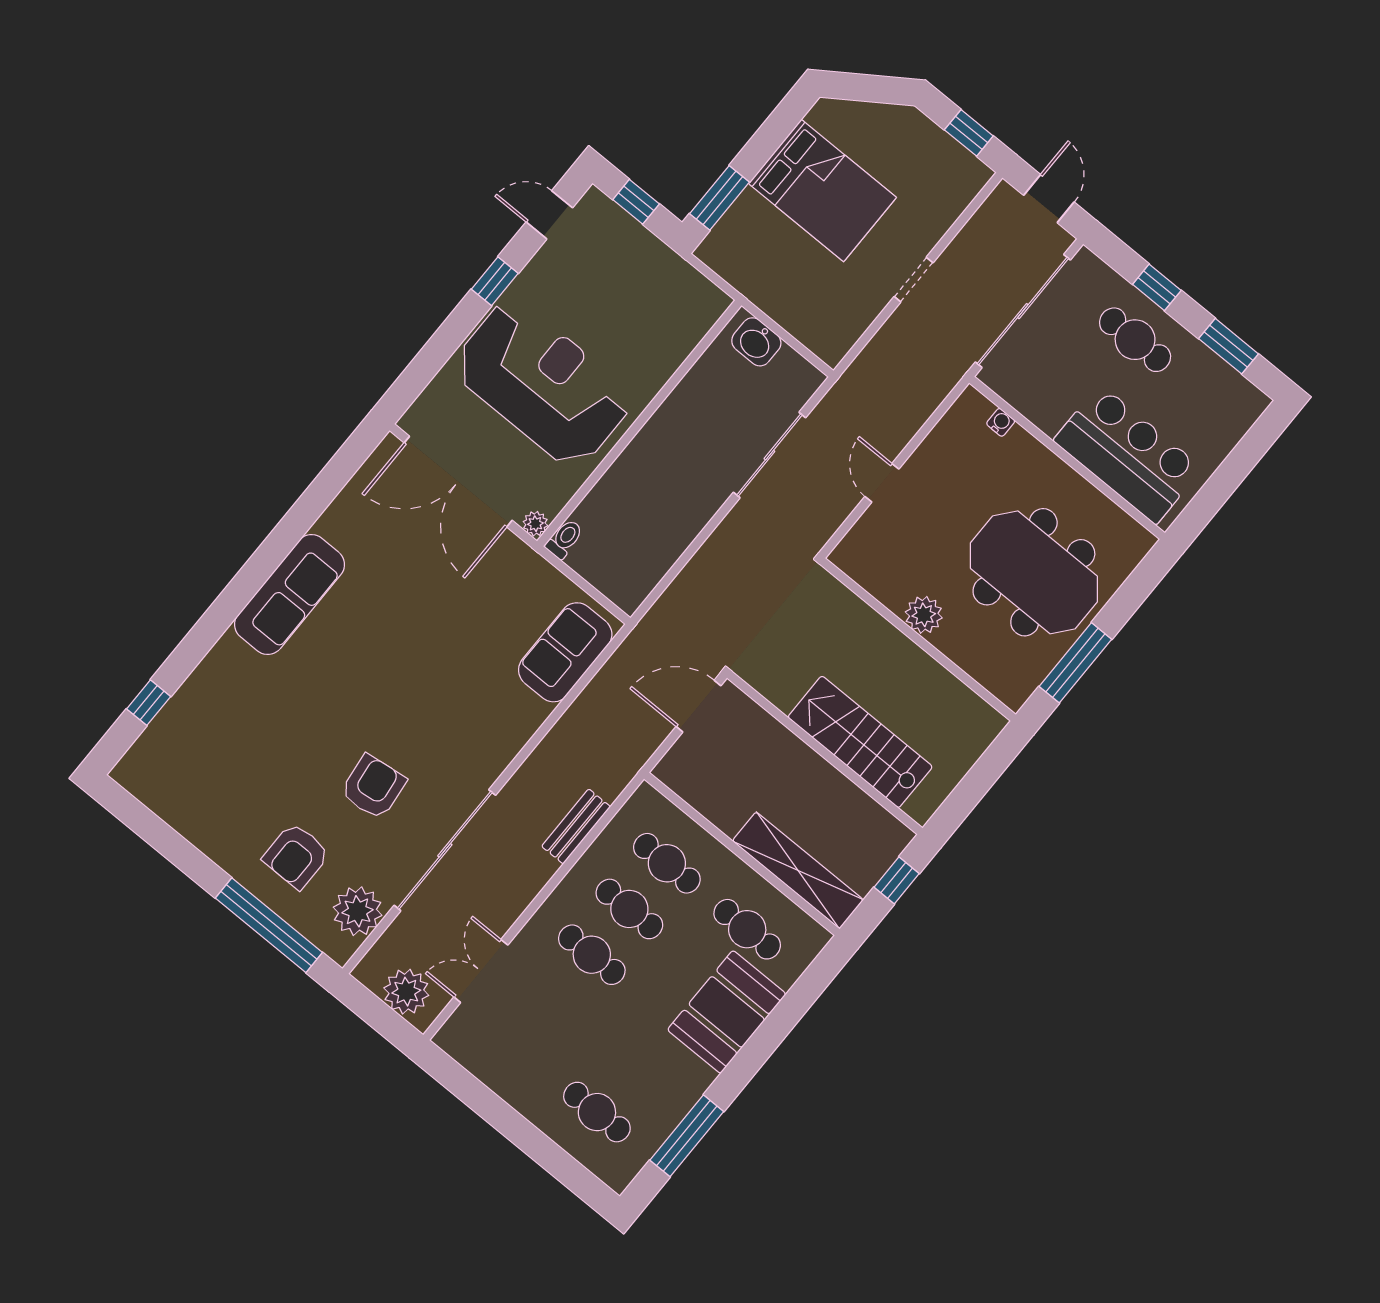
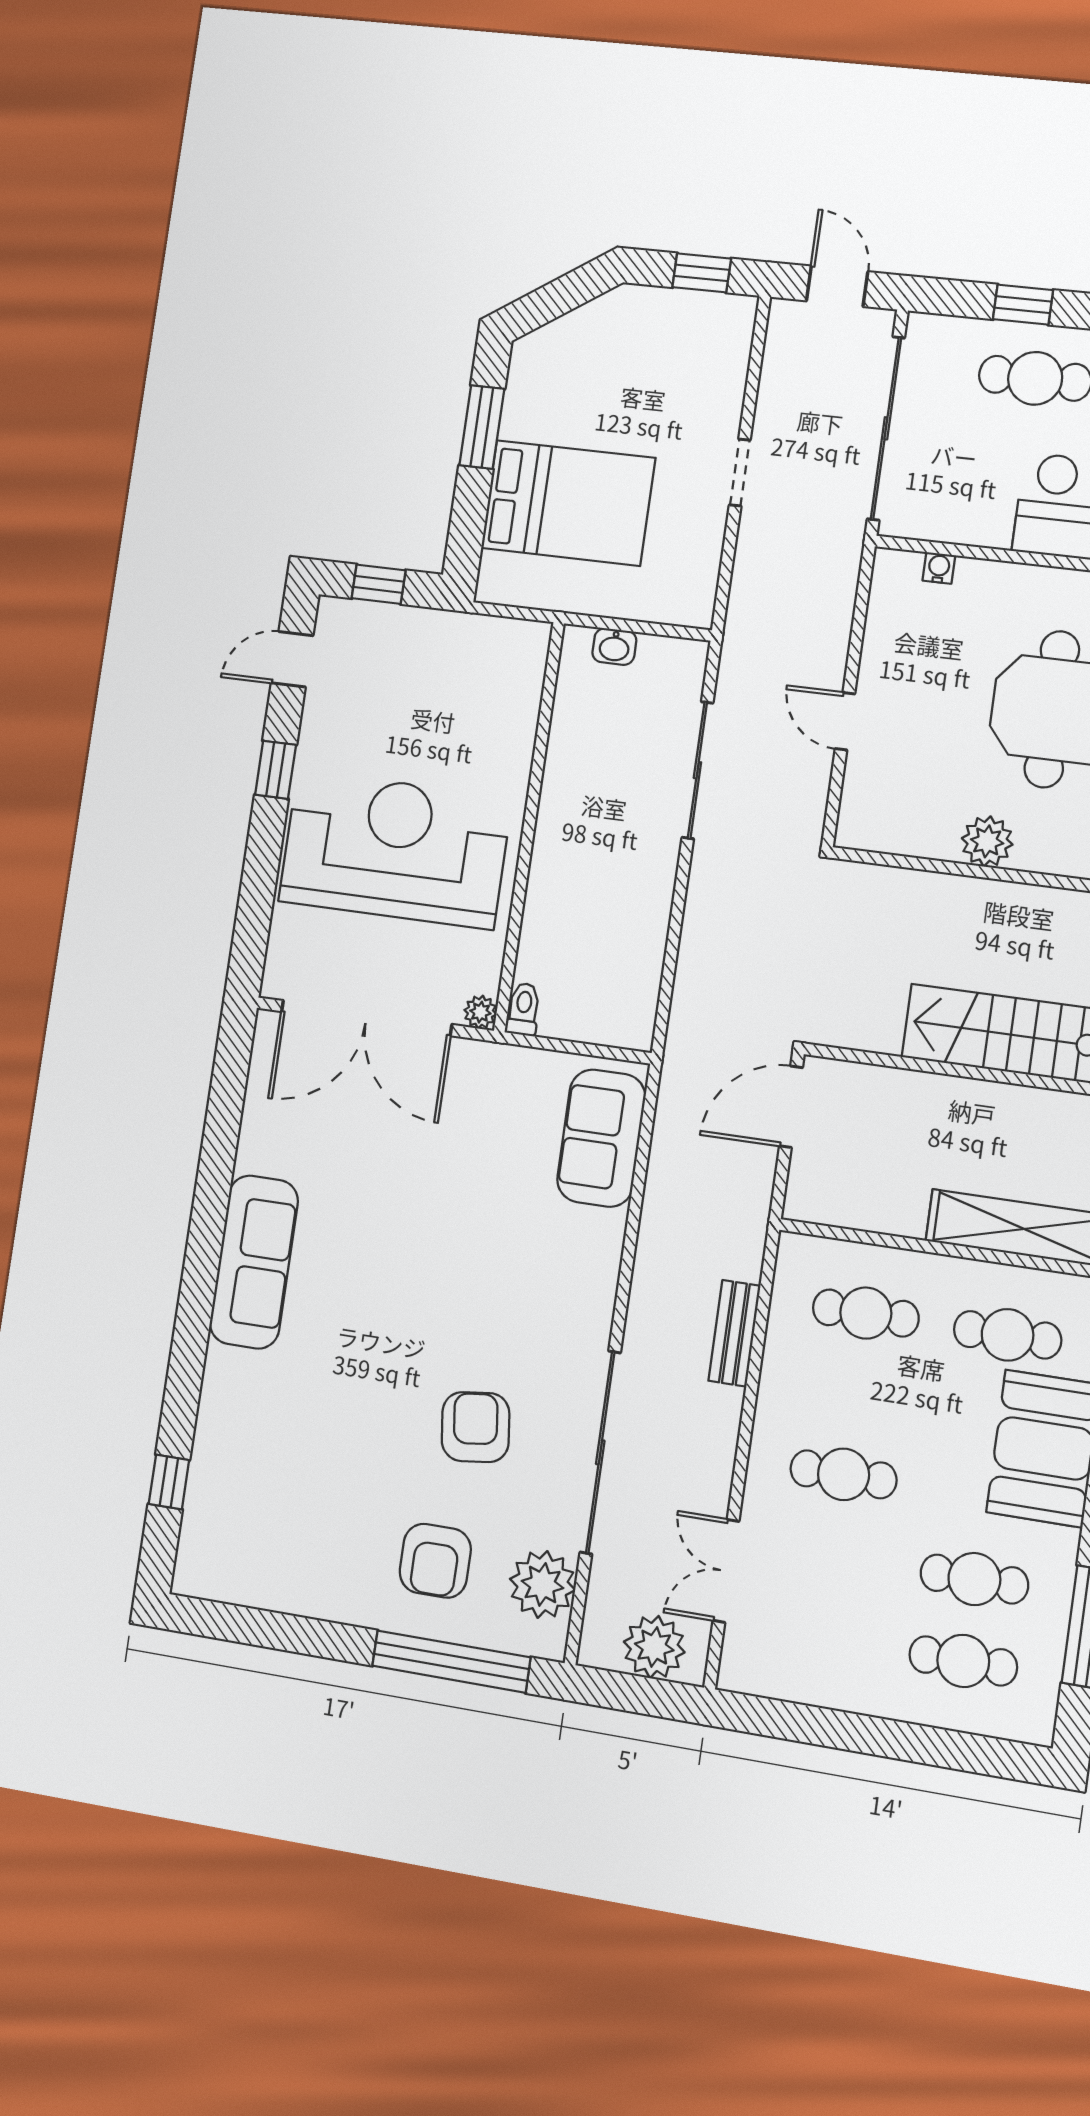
bed: (822, 190) -> (568, 503), moved
window: (720, 198) -> (482, 427), moved
washbasin: (756, 342) -> (614, 647), width x0.72, depth x0.69
cafe table: (629, 909) -> (974, 1579), moved

